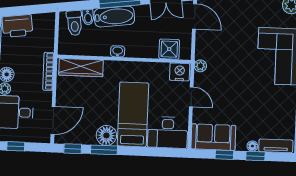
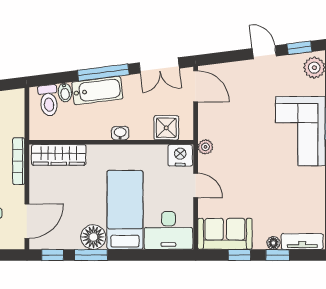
washbasin: (118, 51) -> (120, 133), moved

